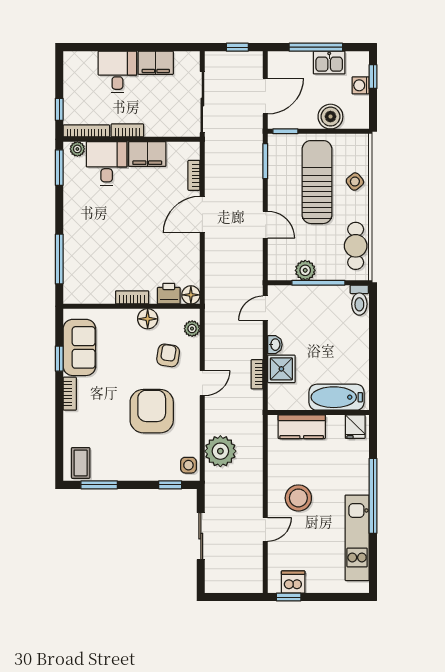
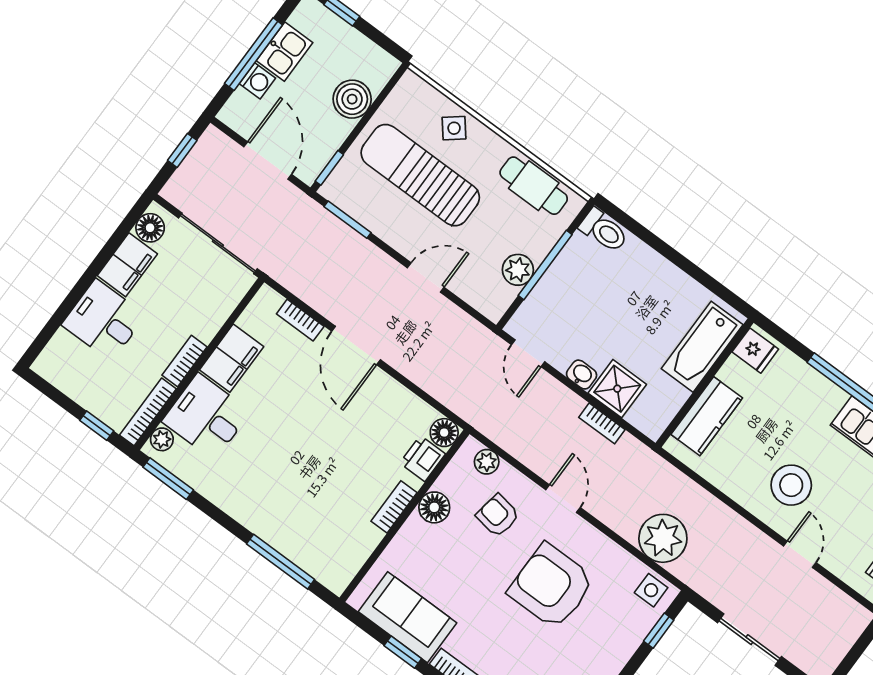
floor lamp: (184, 60) -> (150, 228), added
washing machine: (361, 85) -> (257, 81), moved, turned -90

